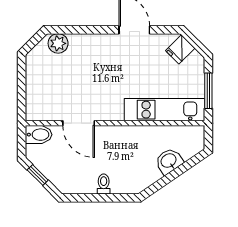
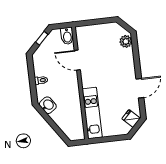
window: (208, 91) -> (107, 139), removed
door: (79, 123) -> (77, 60), hinge flipped
washbasin: (169, 161) -> (48, 105), moved

